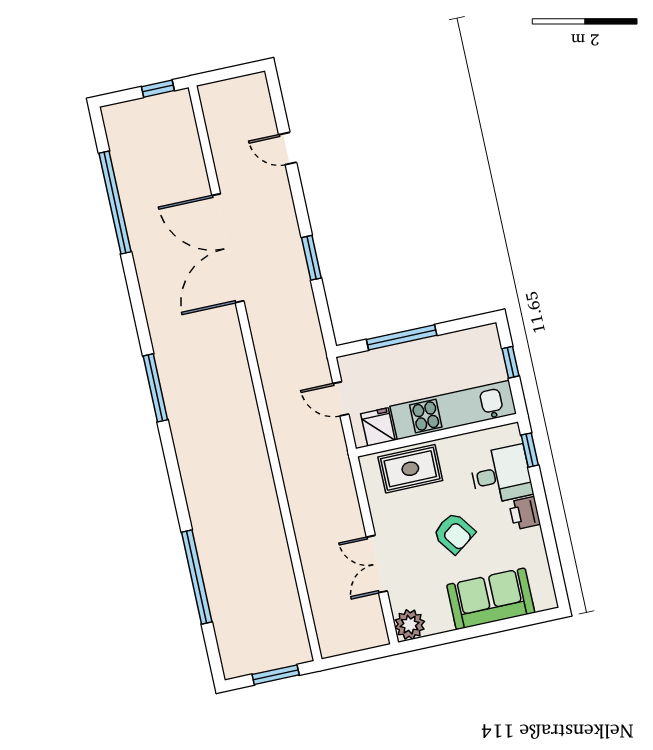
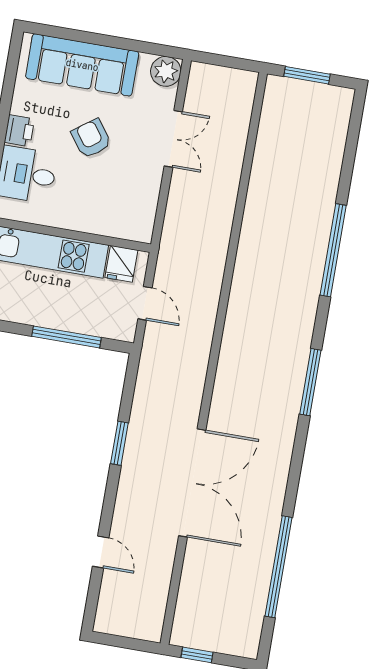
rug: (410, 469) -> (107, 214), removed
window: (197, 577) -> (333, 250), moved
sofa: (491, 599) -> (82, 65), width x1.36

